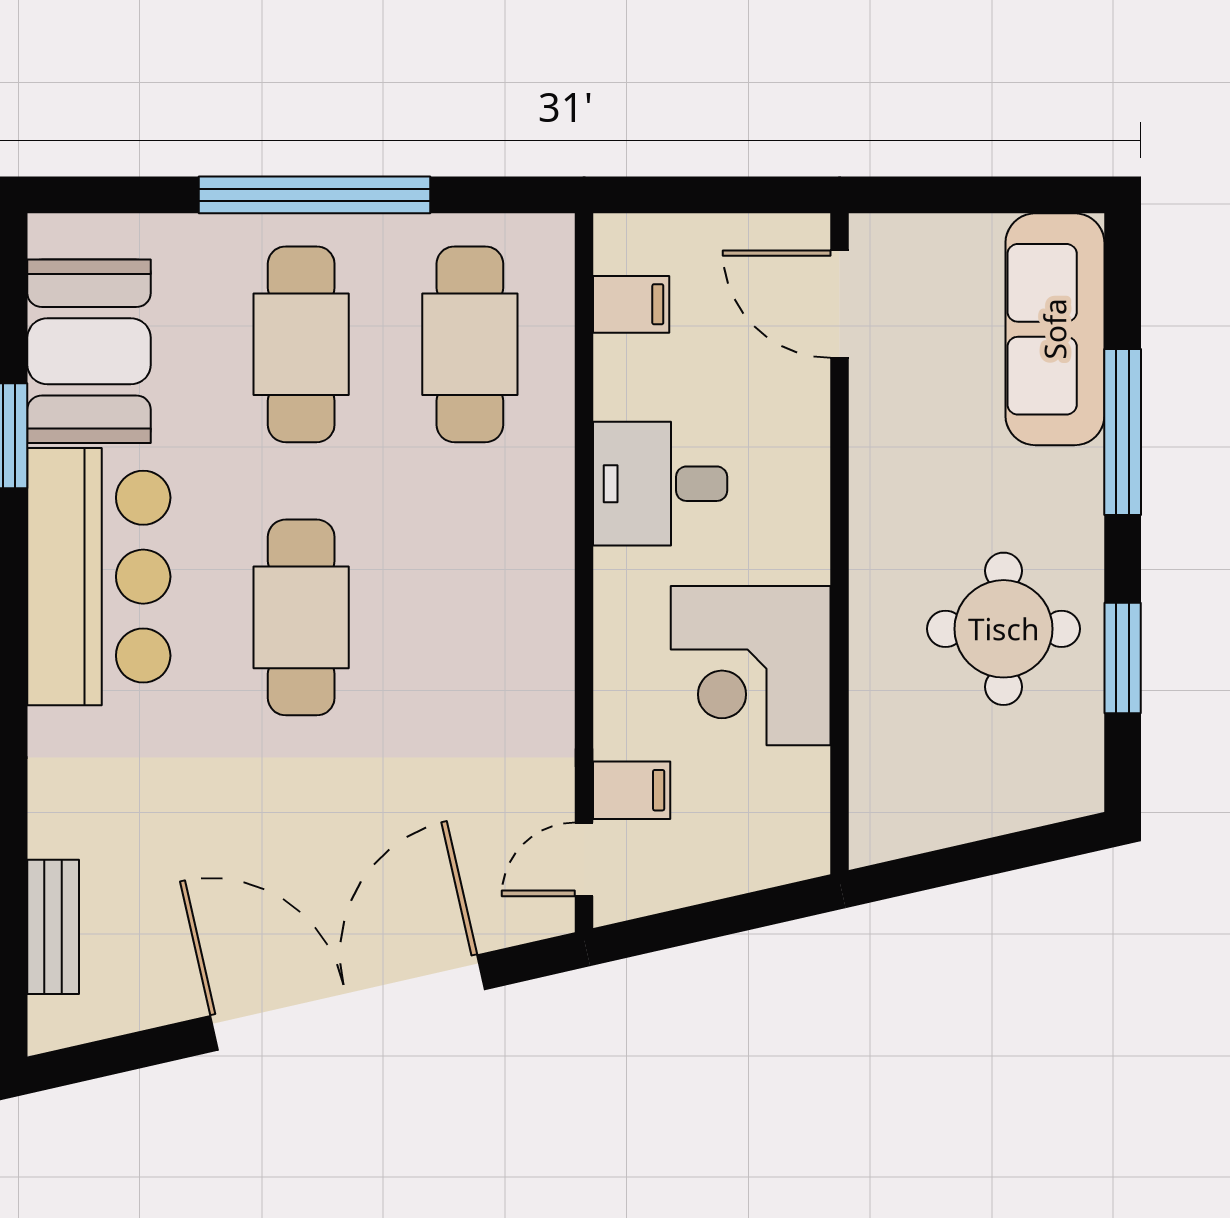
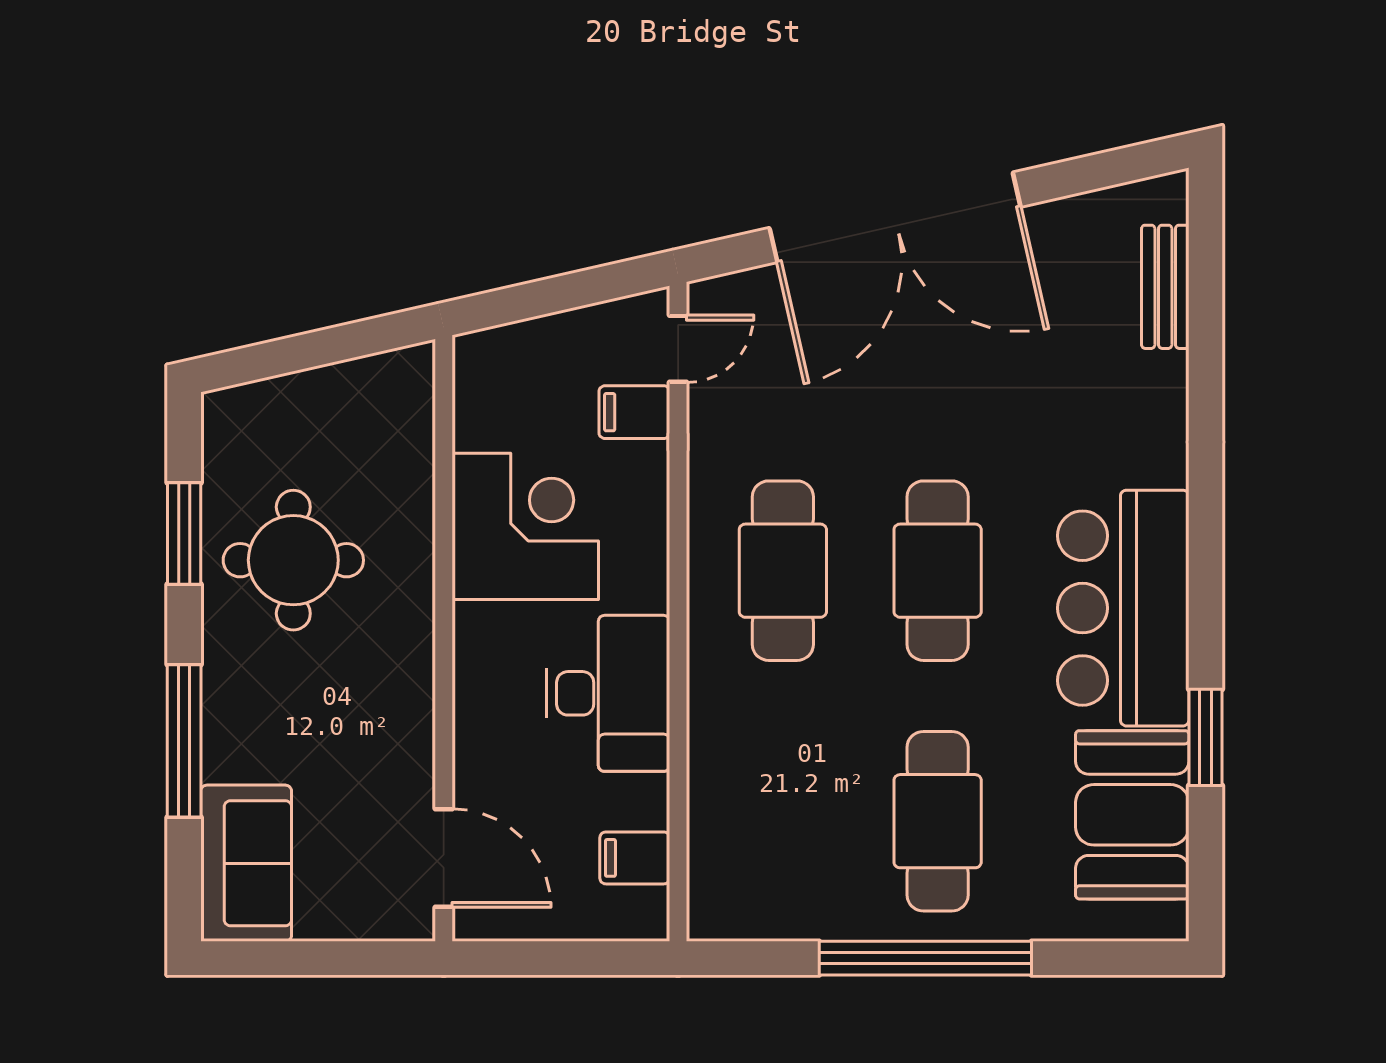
sofa: (1055, 329) -> (246, 863), width x0.73
cafe table: (470, 344) -> (783, 571), moved
desk: (660, 484) -> (608, 693), width x1.37

